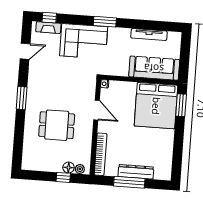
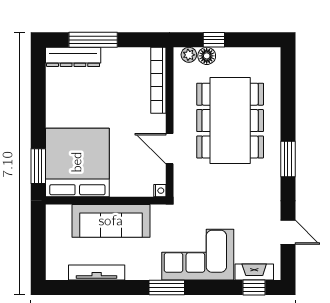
door: (25, 51) -> (288, 232), swing flipped
sofa: (154, 68) -> (111, 221), moved
dining table: (57, 125) -> (230, 121), width x1.88, depth x1.24
dresser: (136, 172) -> (73, 57), moved
window: (129, 182) -> (93, 40), moved

